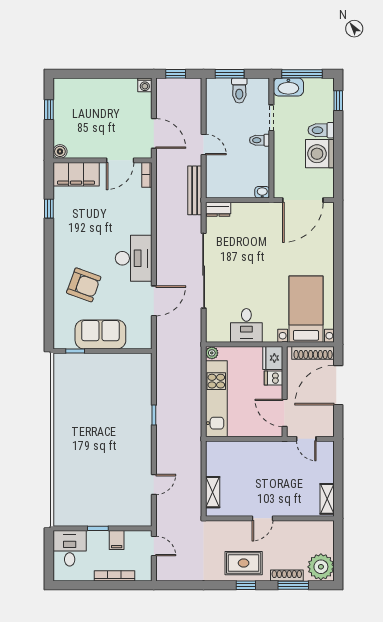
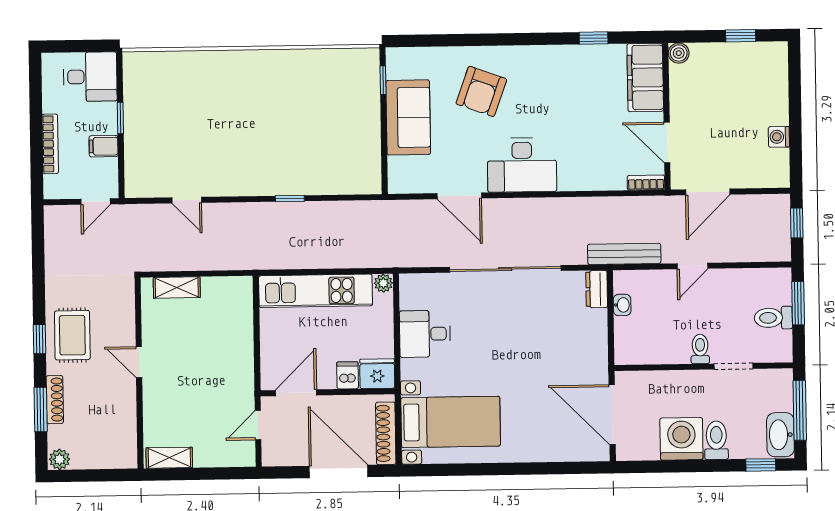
washing machine: (145, 85) -> (779, 137), moved
washbasin: (288, 87) -> (780, 435), moved
washbasin: (262, 192) -> (622, 305), moved
plant: (321, 567) -> (60, 459), width x0.53, depth x0.53

